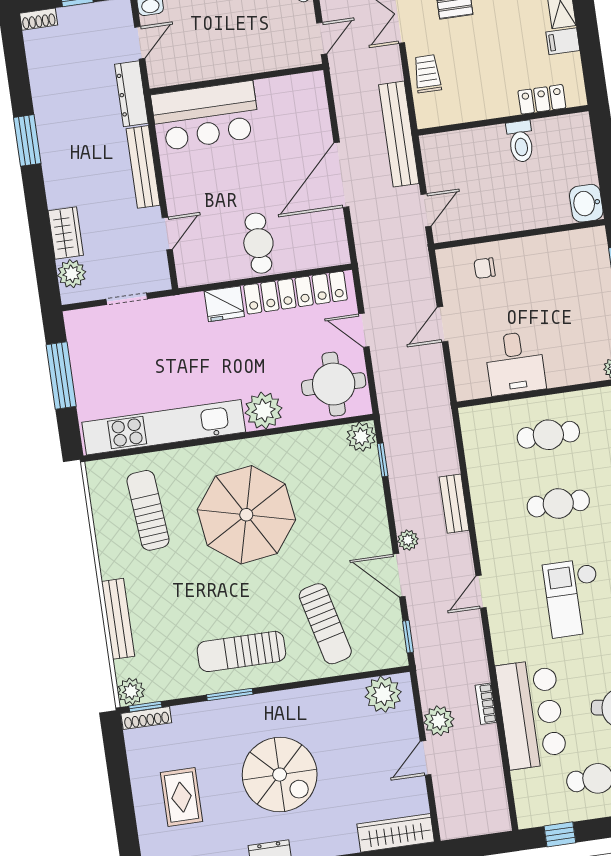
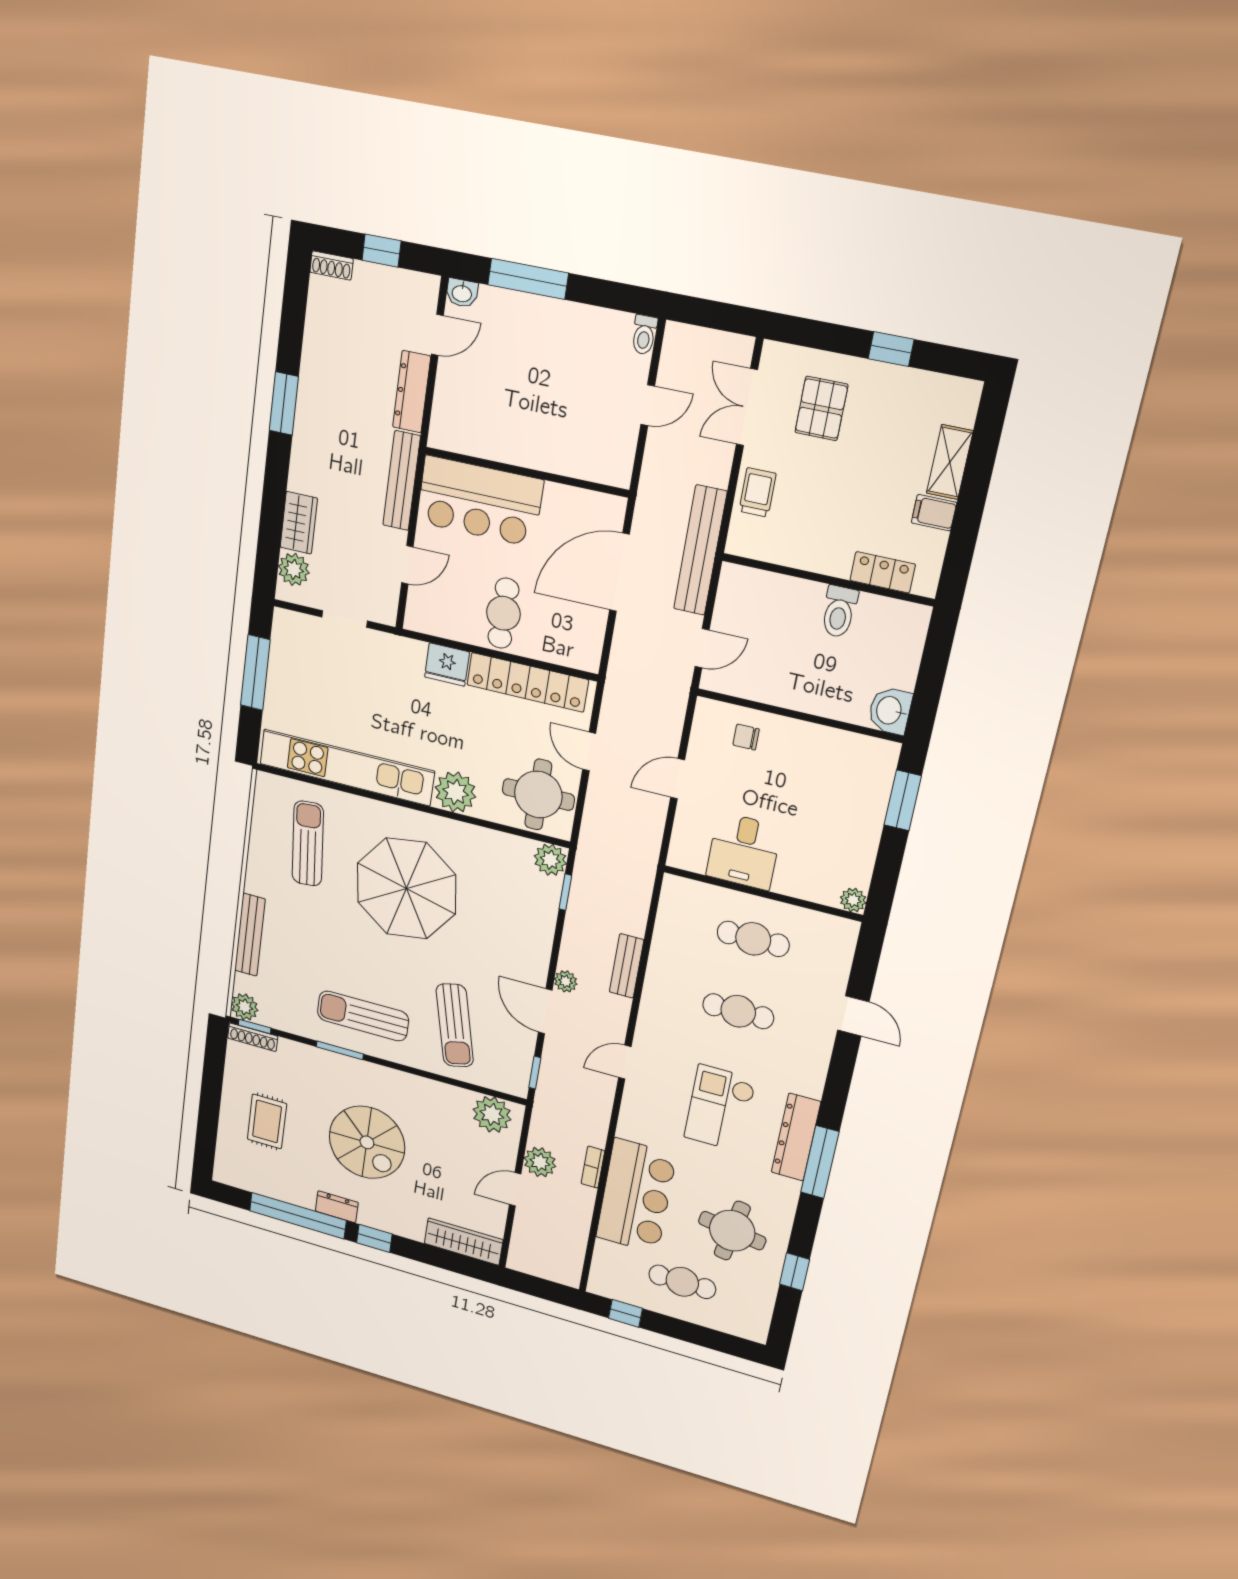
wall: (236, 79) -> (526, 472), moved
bar counter: (206, 116) -> (480, 501), moved

